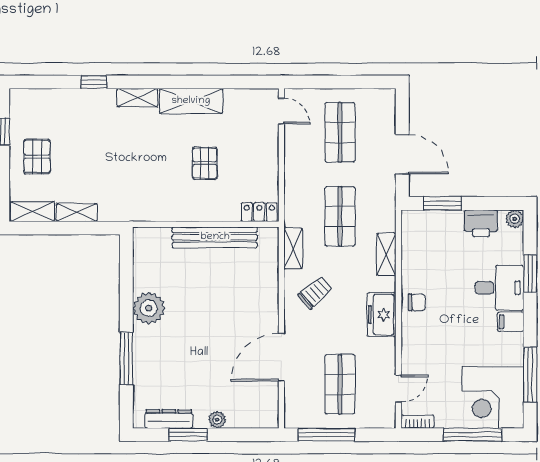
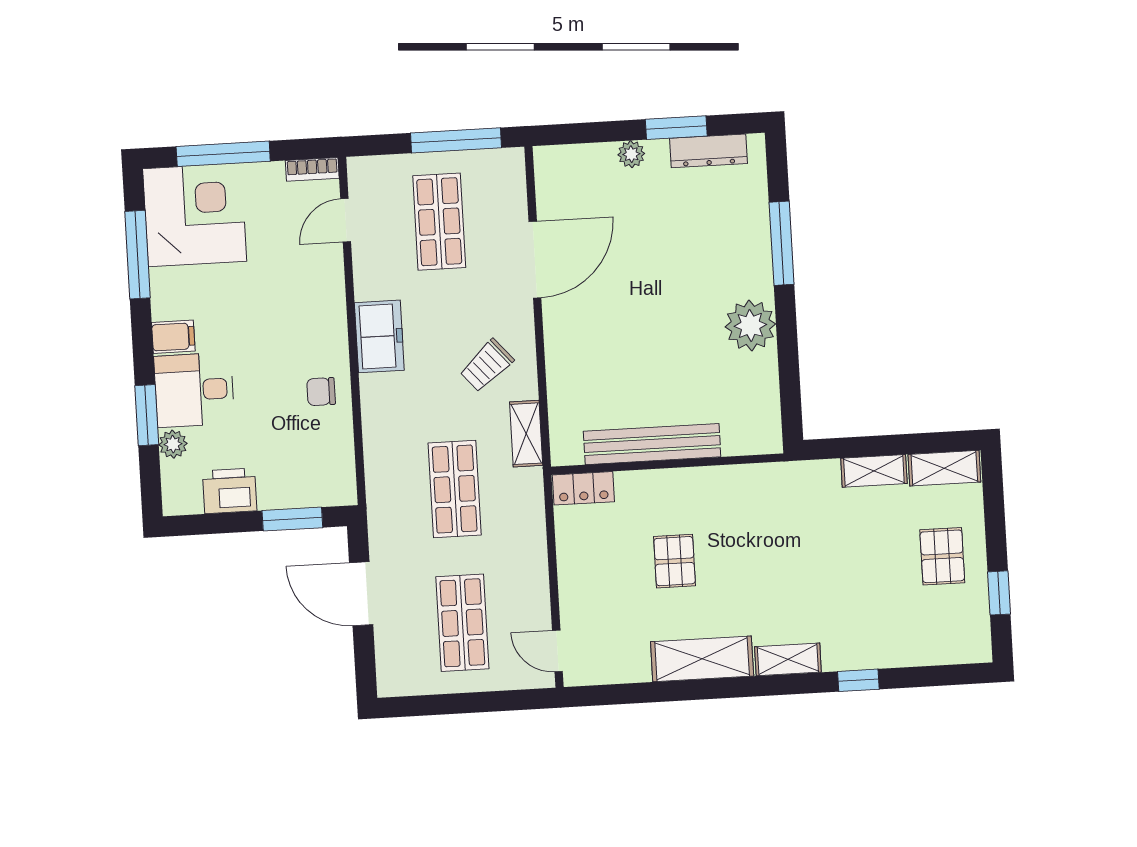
plant: (515, 219) -> (173, 444), moved
shelving: (386, 254) -> (377, 433), removed
chair: (417, 302) -> (321, 392), moved

